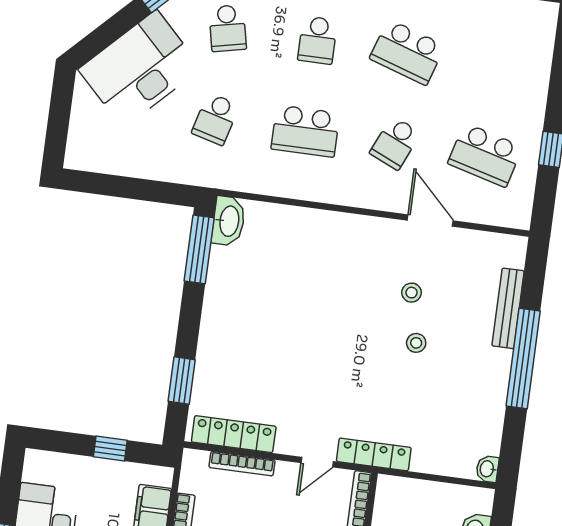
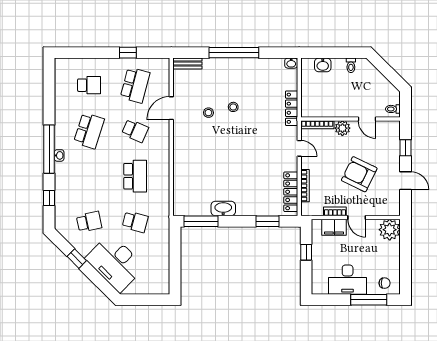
school desk: (317, 40) -> (89, 85), moved
washbasin: (228, 221) -> (223, 209), moved
bench: (508, 308) -> (187, 64), moved, width x0.73
locker: (374, 454) -> (292, 108), moved

